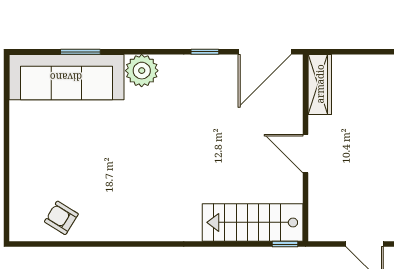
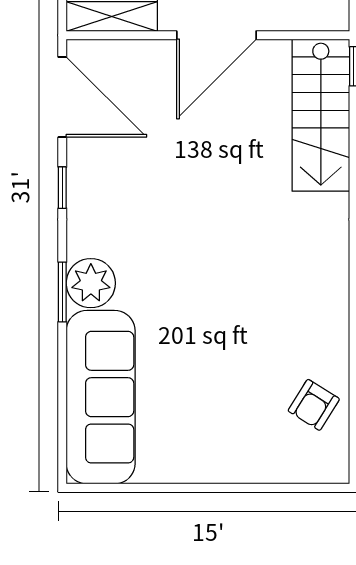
window: (80, 52) -> (62, 292), moved
door: (306, 154) -> (216, 35), width x1.36

